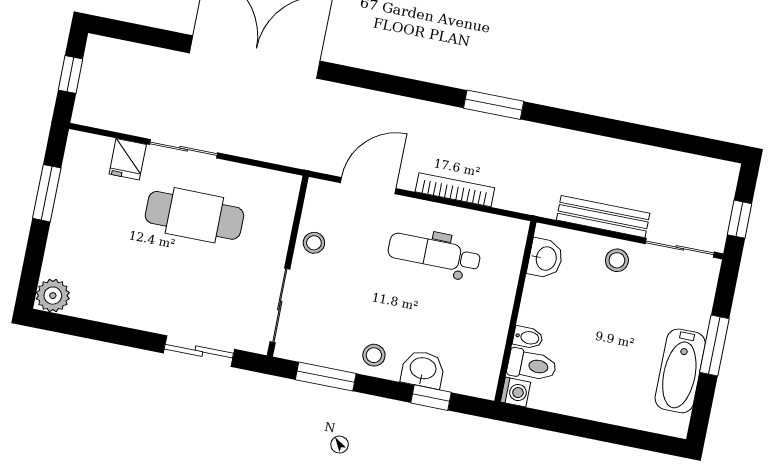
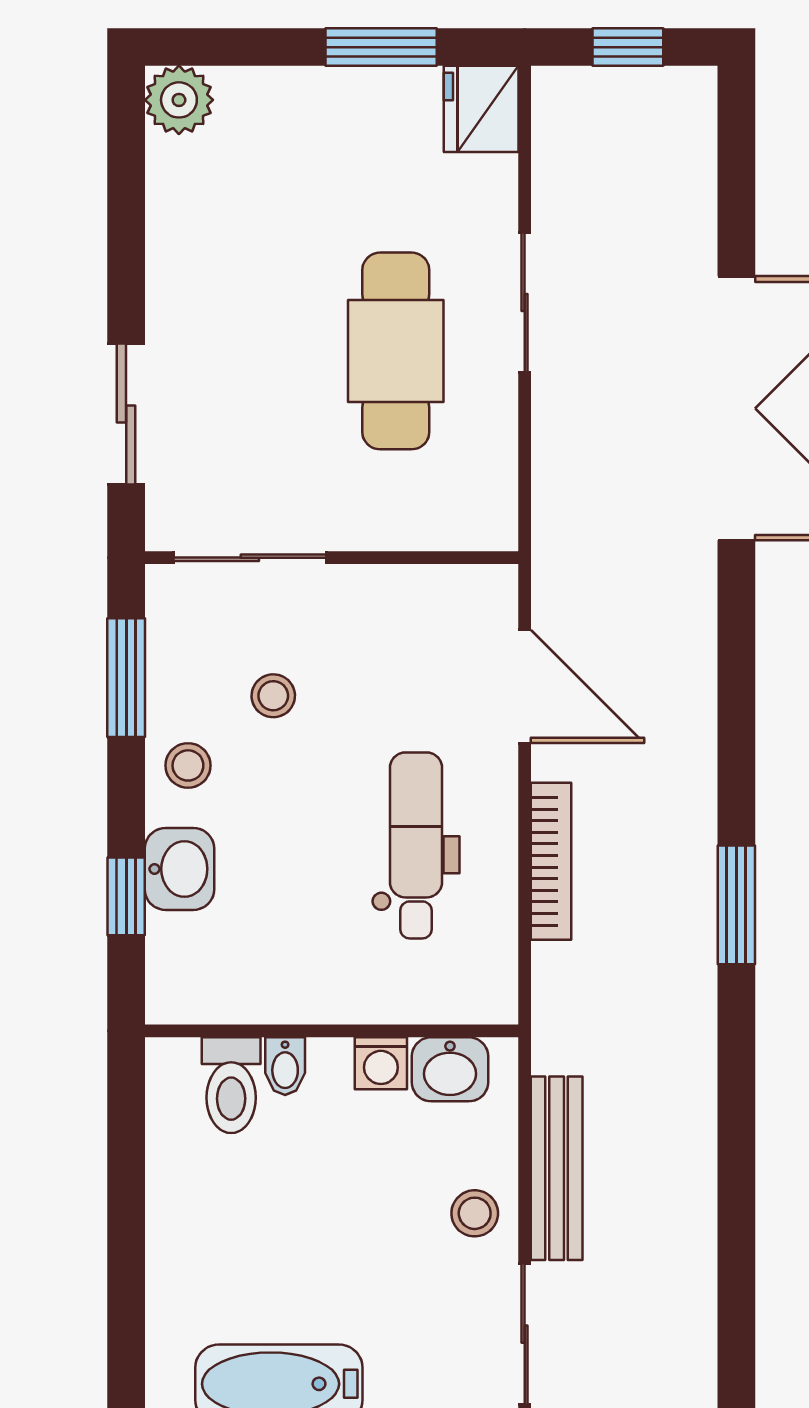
fridge: (128, 159) -> (481, 109), moved, width x1.38
stool: (314, 243) -> (273, 696), moved
washing machine: (516, 392) -> (381, 1063), moved

